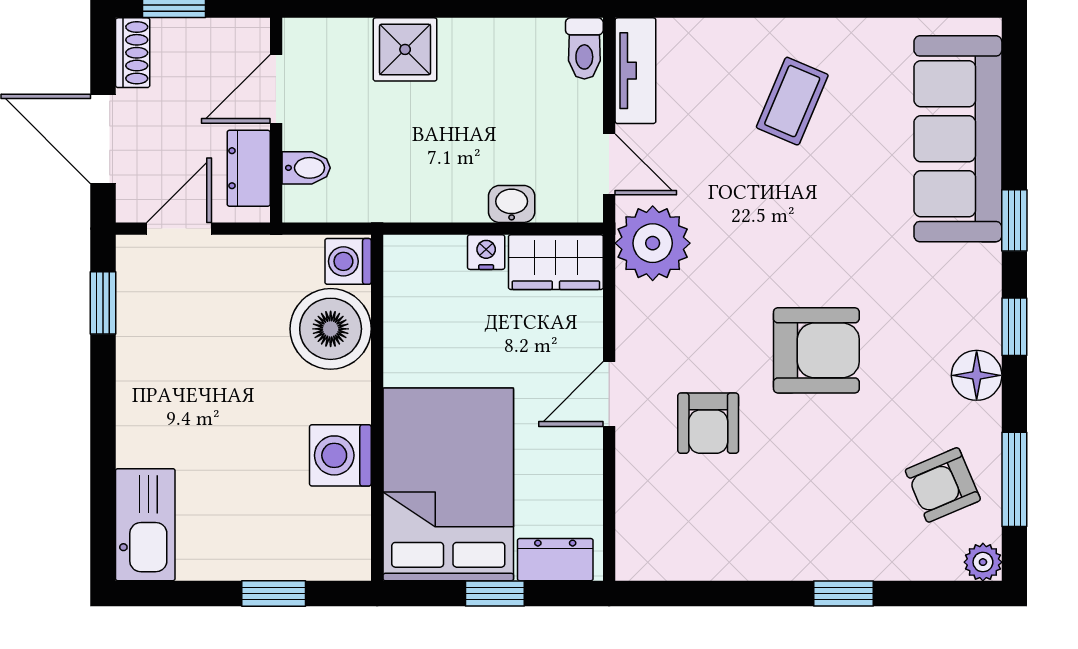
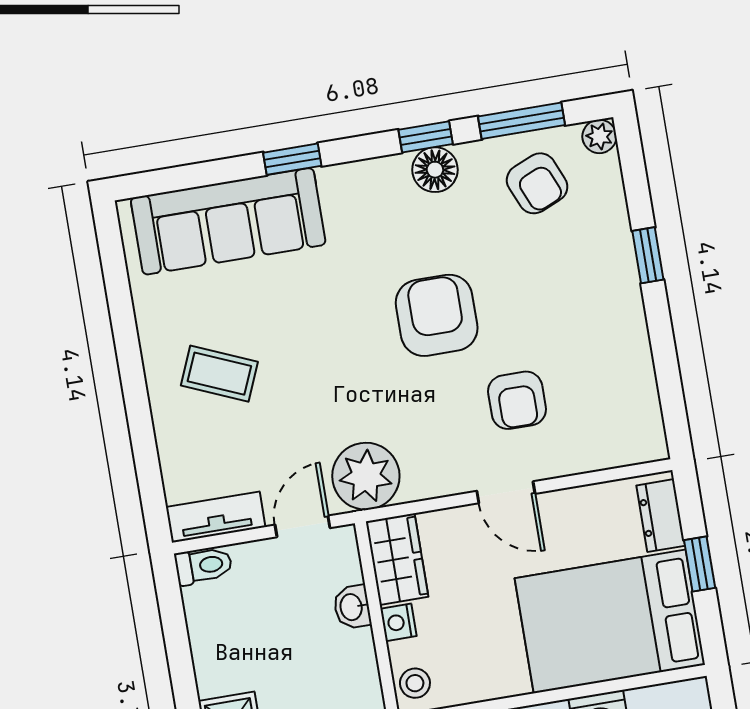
stool: (416, 259) -> (415, 683), added
window: (1014, 327) -> (426, 137), moved
armchair: (708, 423) -> (517, 400), turned 90

